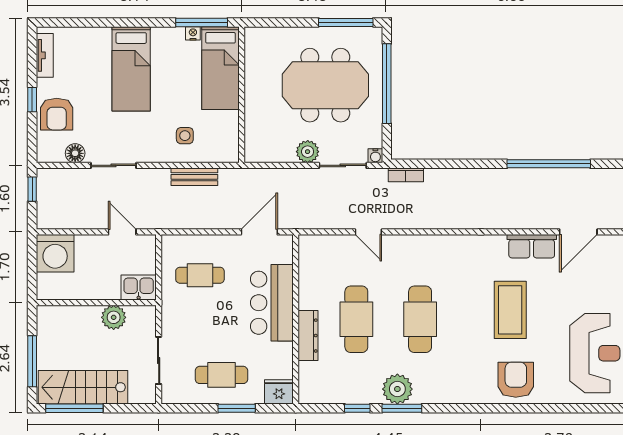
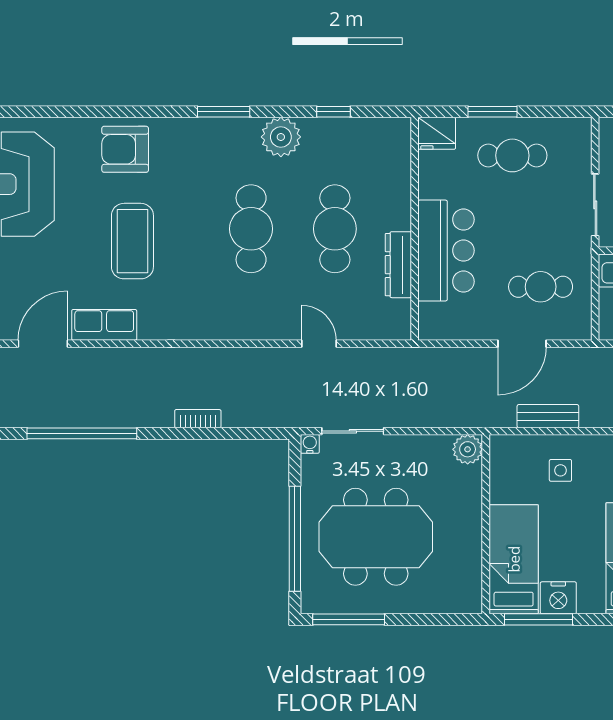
nightstand: (193, 33) -> (558, 598), width x1.89, depth x1.79
plant: (308, 152) -> (468, 449), moved
bookcase: (406, 175) -> (198, 419), moved
door: (259, 232) -> (522, 344), moved
dresser: (308, 336) -> (398, 265), moved
sliding door: (159, 360) -> (595, 205), moved
armchair: (516, 380) -> (125, 149), turned 90
window: (402, 408) -> (224, 112), moved

